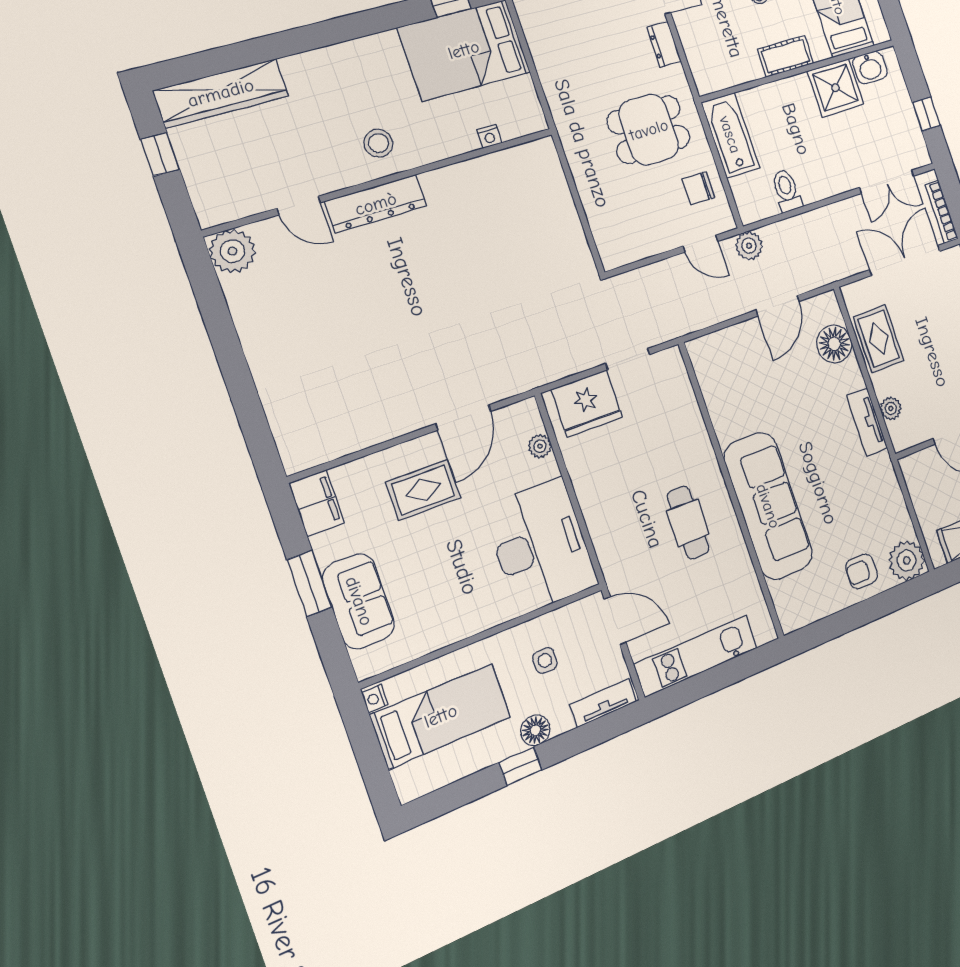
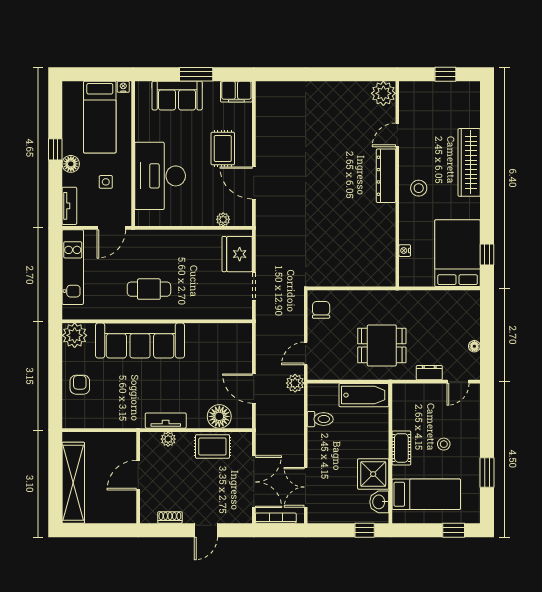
wardrobe: (221, 93) -> (469, 162), moved
window: (926, 114) -> (365, 530), moved
dining table: (649, 130) -> (382, 345), turned 90
chair: (698, 188) -> (321, 310), moved
desk: (541, 546) -> (160, 176), moved, turned 90
plant: (907, 561) -> (75, 335), moved

